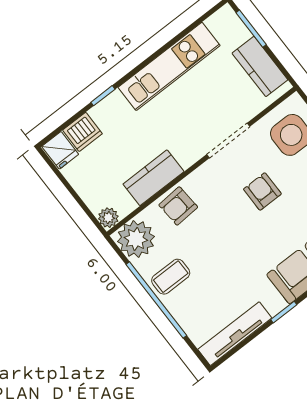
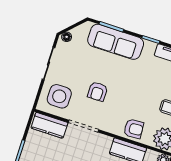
kitchen counter: (260, 66) -> (49, 125), moved, turned 90

